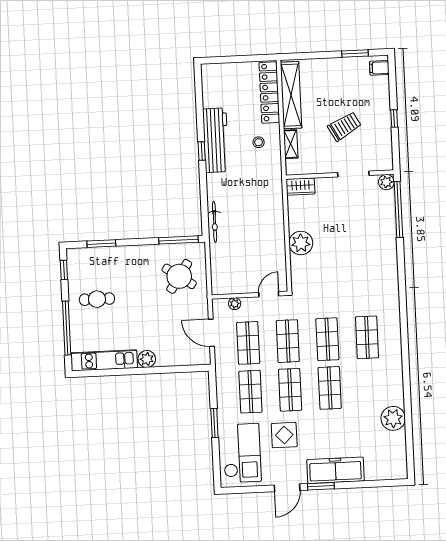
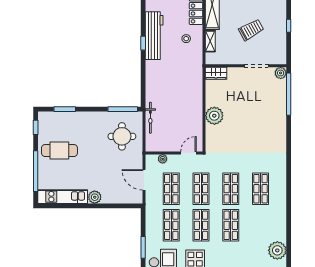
bicycle: (215, 222) -> (150, 118), moved
round table: (179, 276) -> (122, 136), turned -34
cafe table: (97, 299) -> (59, 151), width x1.37, depth x1.35

